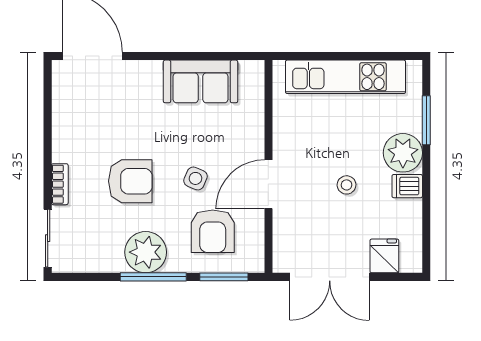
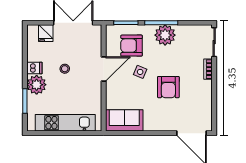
sofa: (201, 81) -> (124, 120), moved
armchair: (130, 181) -> (168, 87), moved, turned -90
armchair: (213, 231) -> (132, 46), turned -90

